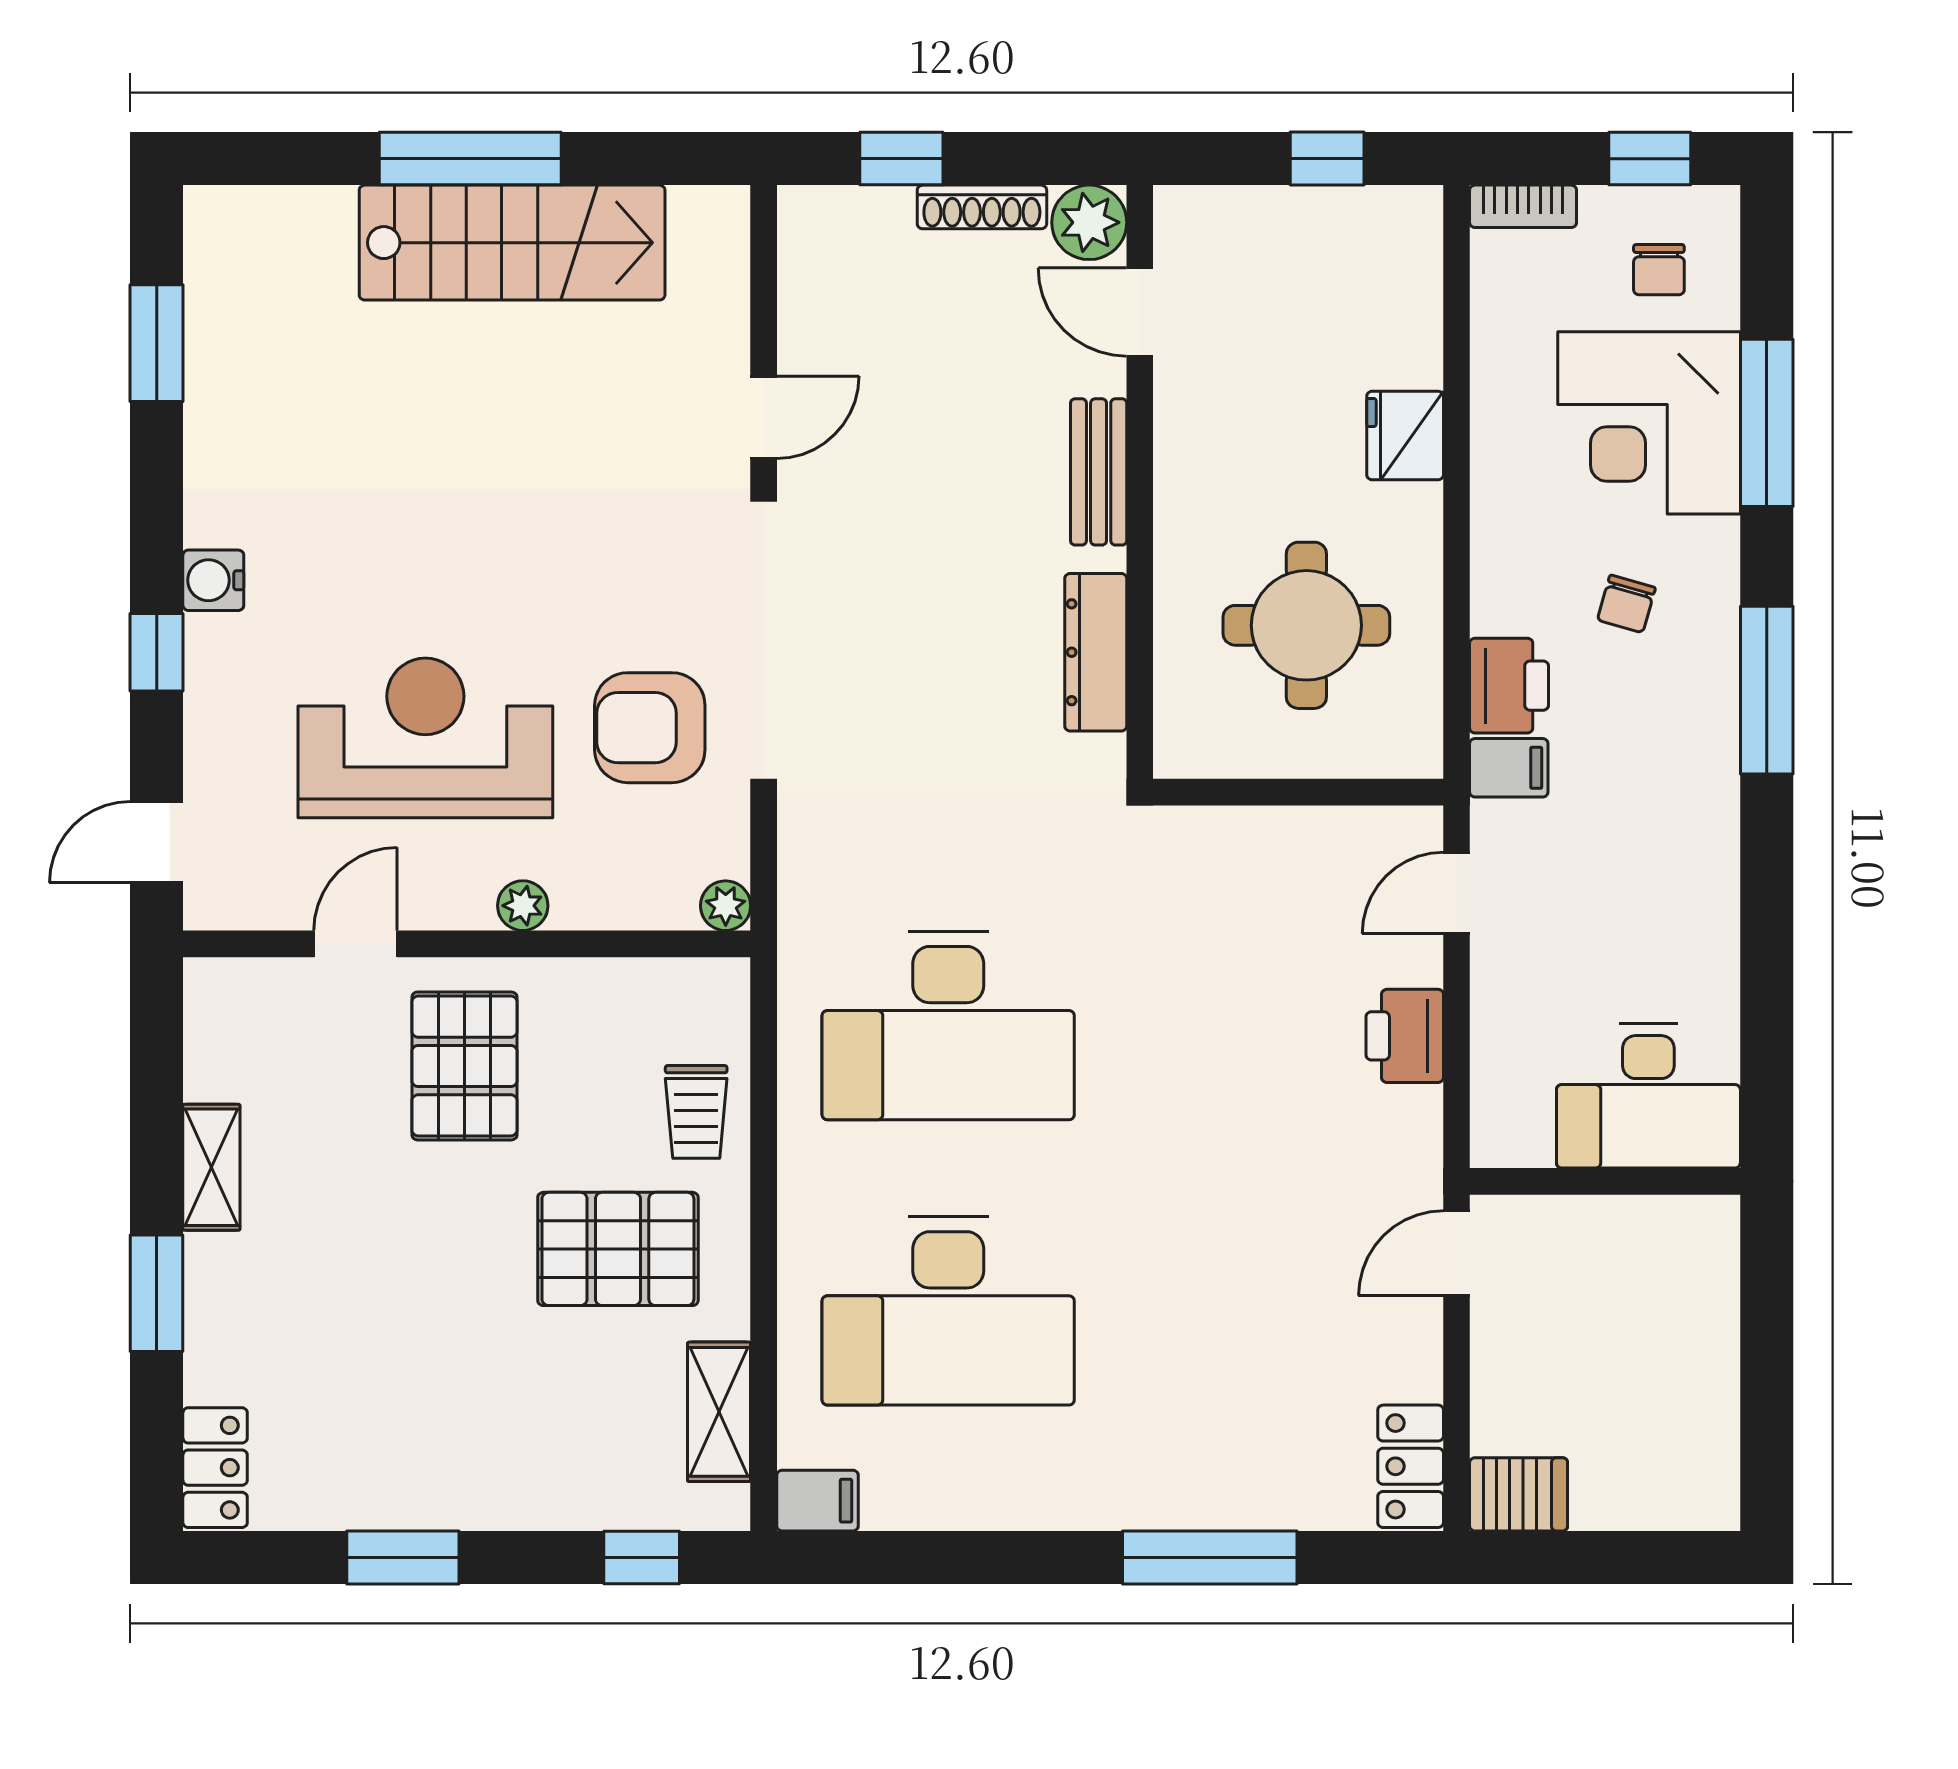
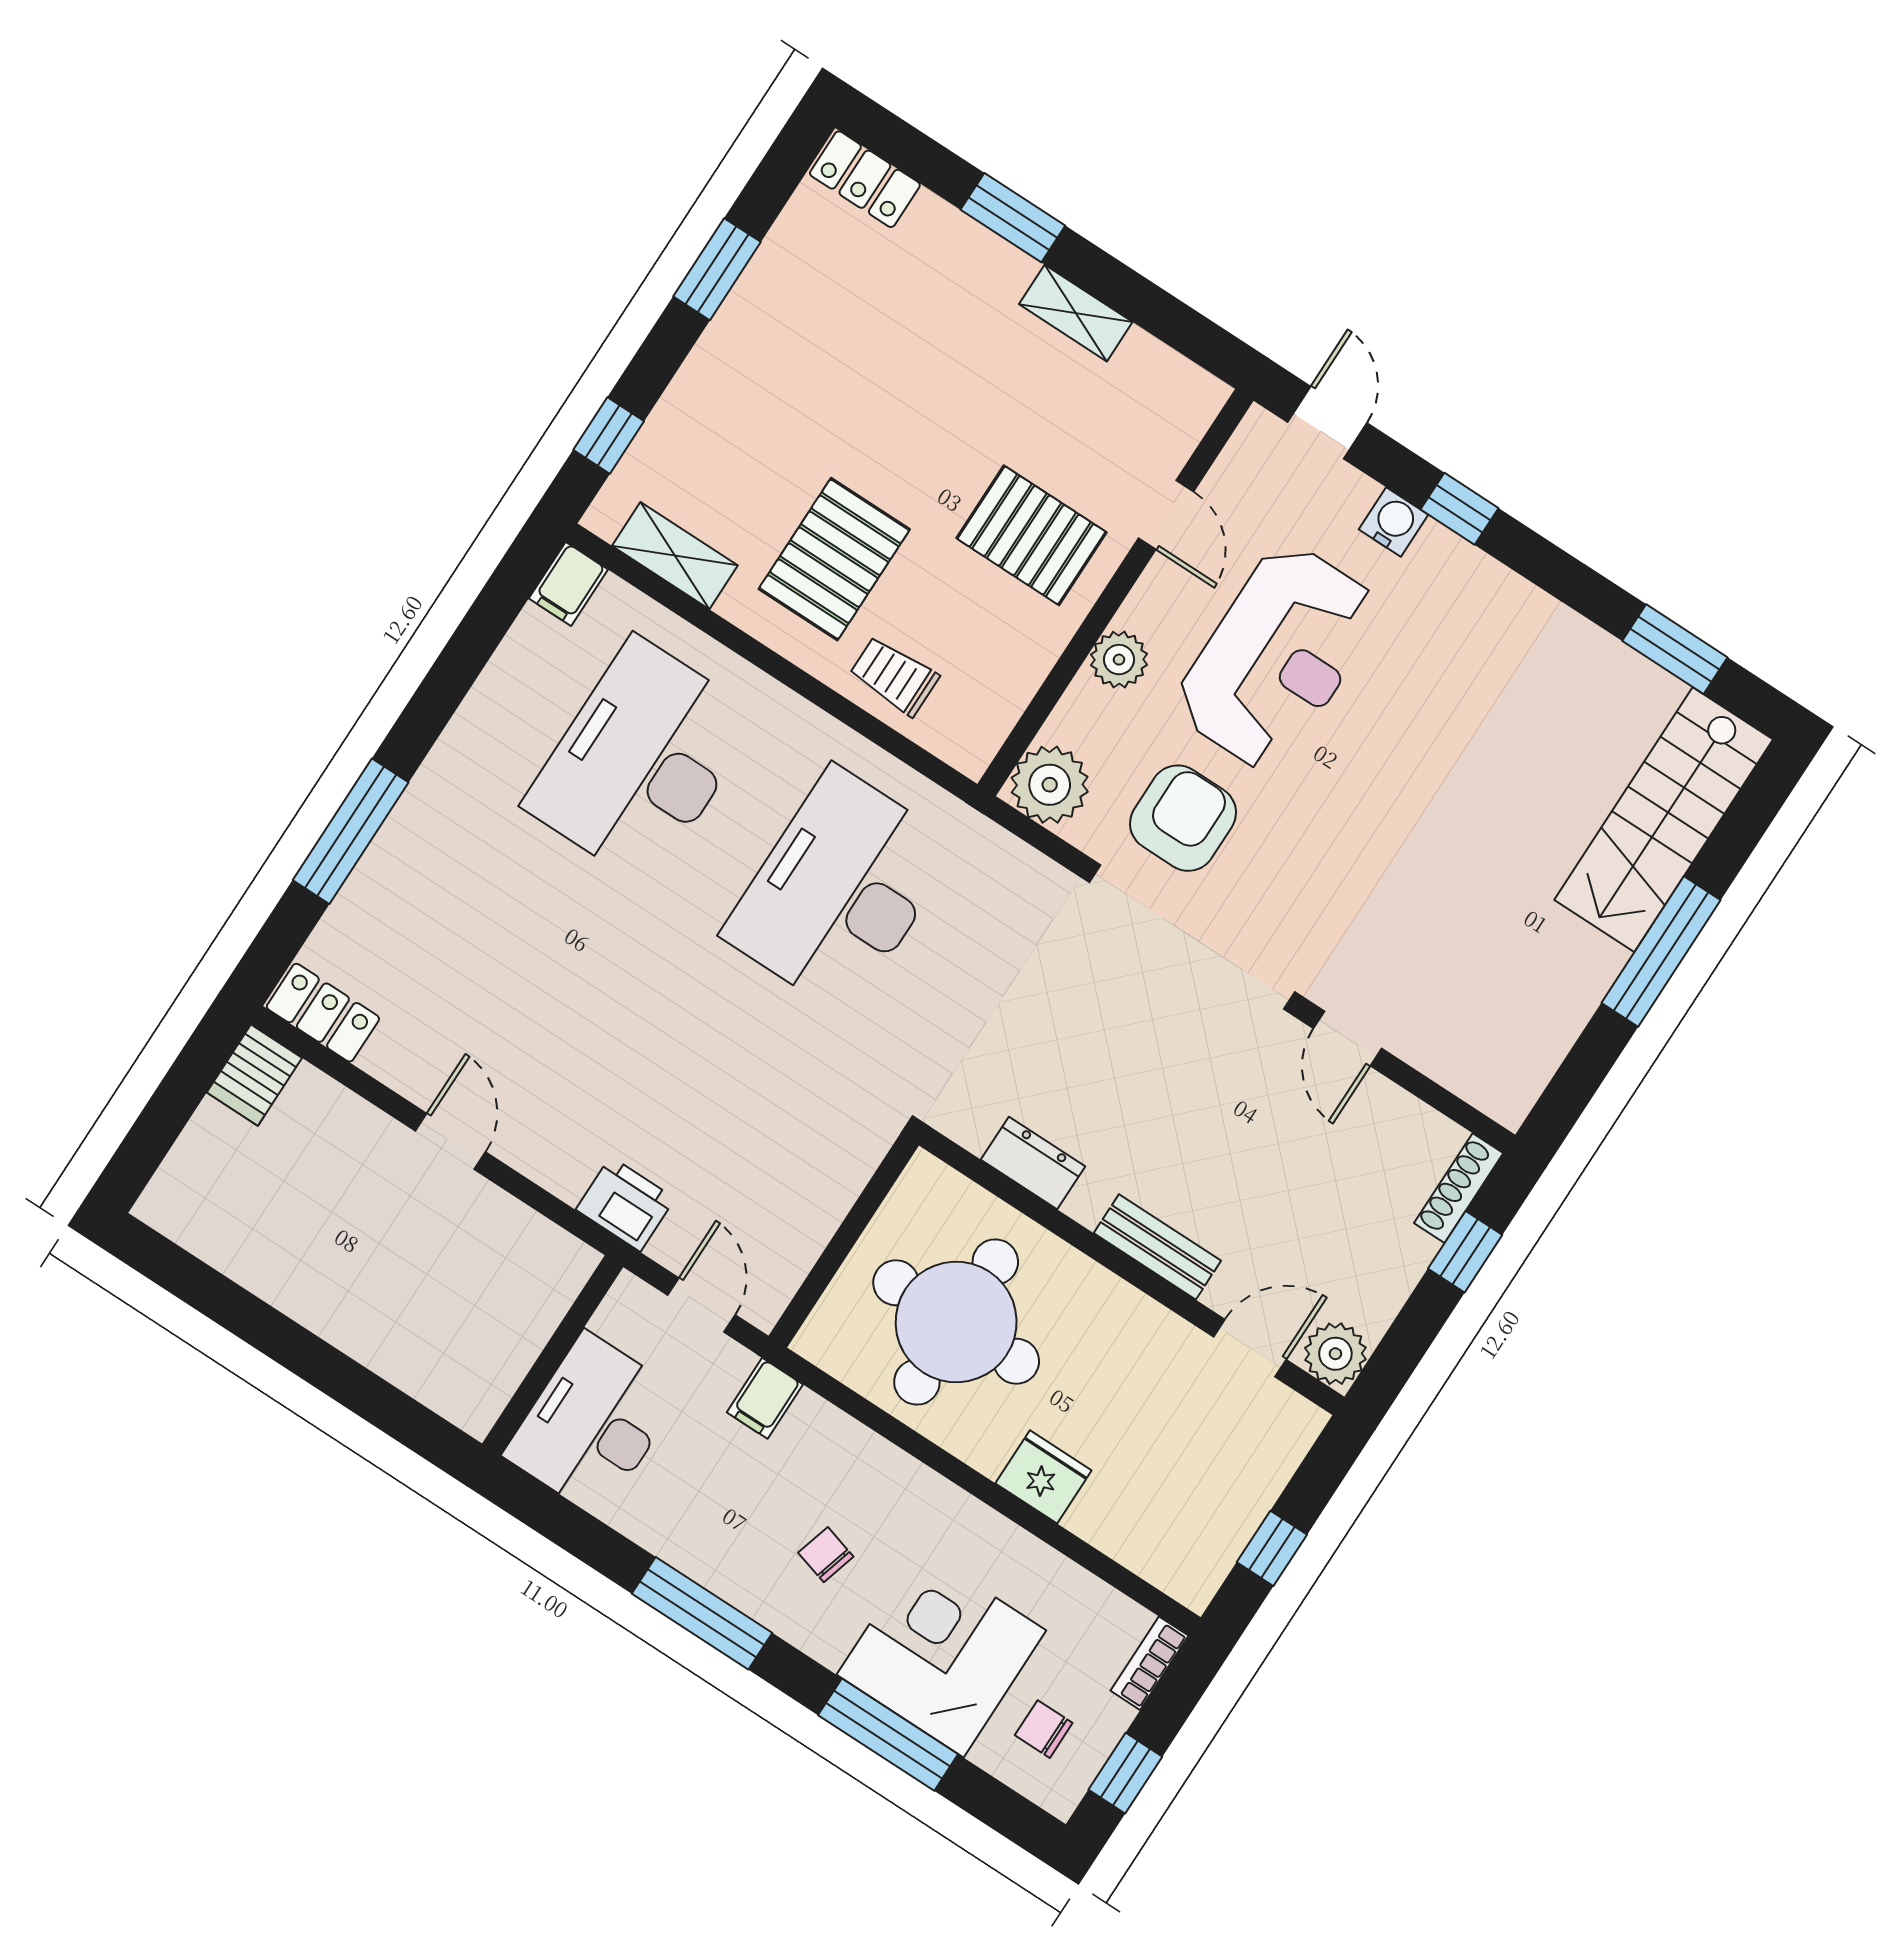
shoe rack: (982, 207) -> (1459, 1188), moved
stairs: (512, 243) -> (1664, 820), moved
water cooler: (213, 580) -> (1394, 522), moved
round table: (1306, 625) -> (956, 1322), width x1.36, depth x1.36
dresser: (1096, 652) -> (1033, 1163), width x0.70
printer: (1509, 686) -> (822, 1436), removed
plant: (523, 906) -> (1119, 660), width x1.38, depth x1.38
plant: (726, 906) -> (1050, 785), width x1.88, depth x1.88
desk: (1648, 1096) -> (592, 1424), moved
wall: (1605, 1181) -> (553, 1355), moved

